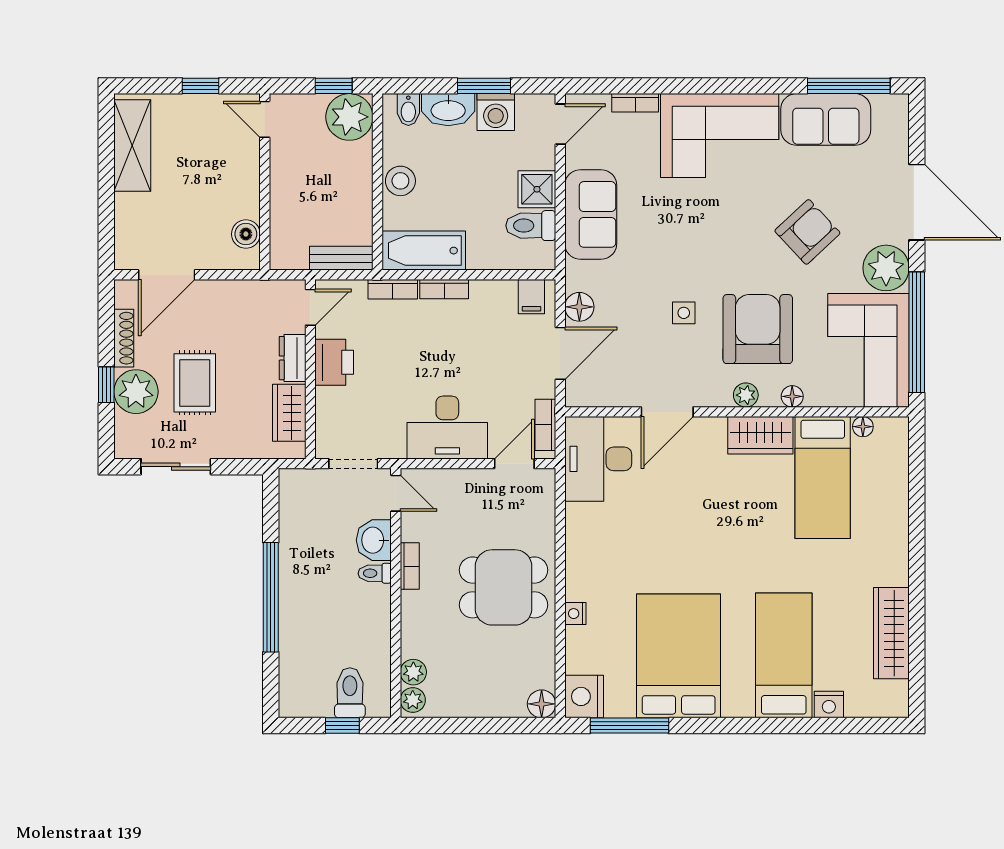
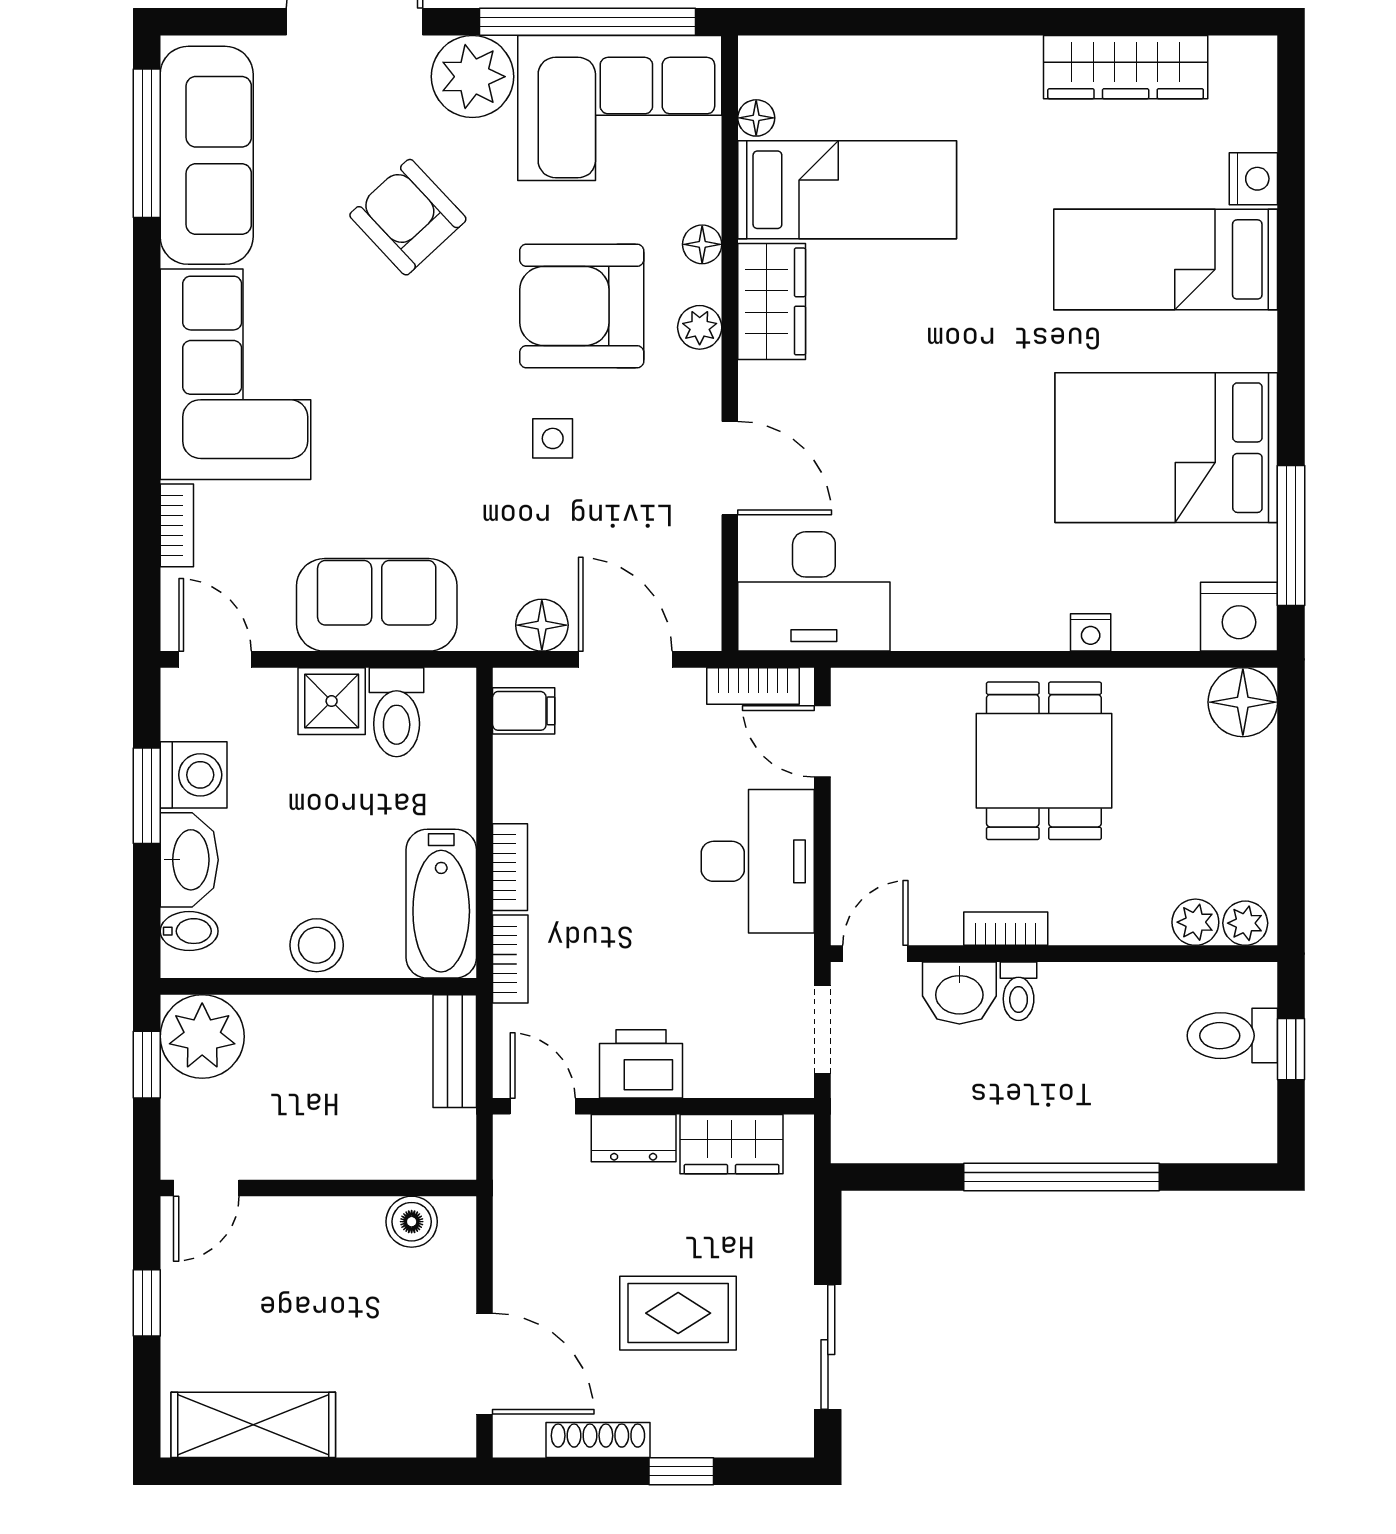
sofa: (826, 119) -> (207, 155), width x1.36
plant: (136, 392) -> (694, 1418), removed
floor lamp: (542, 704) -> (1243, 702), width x1.38, depth x1.38

